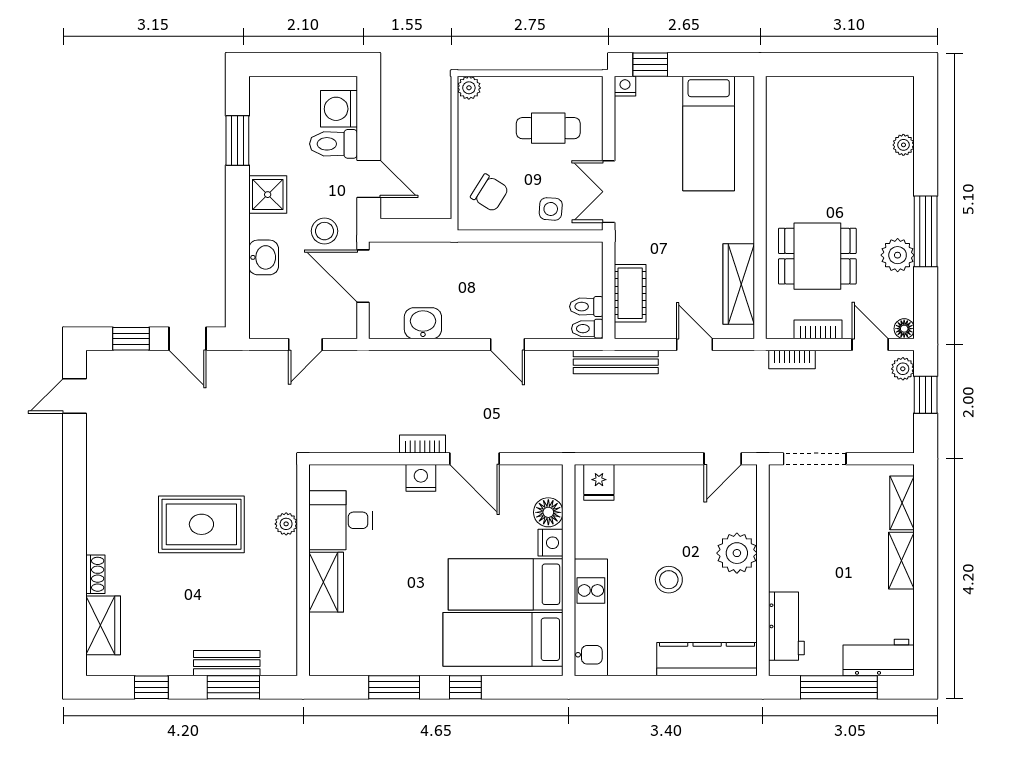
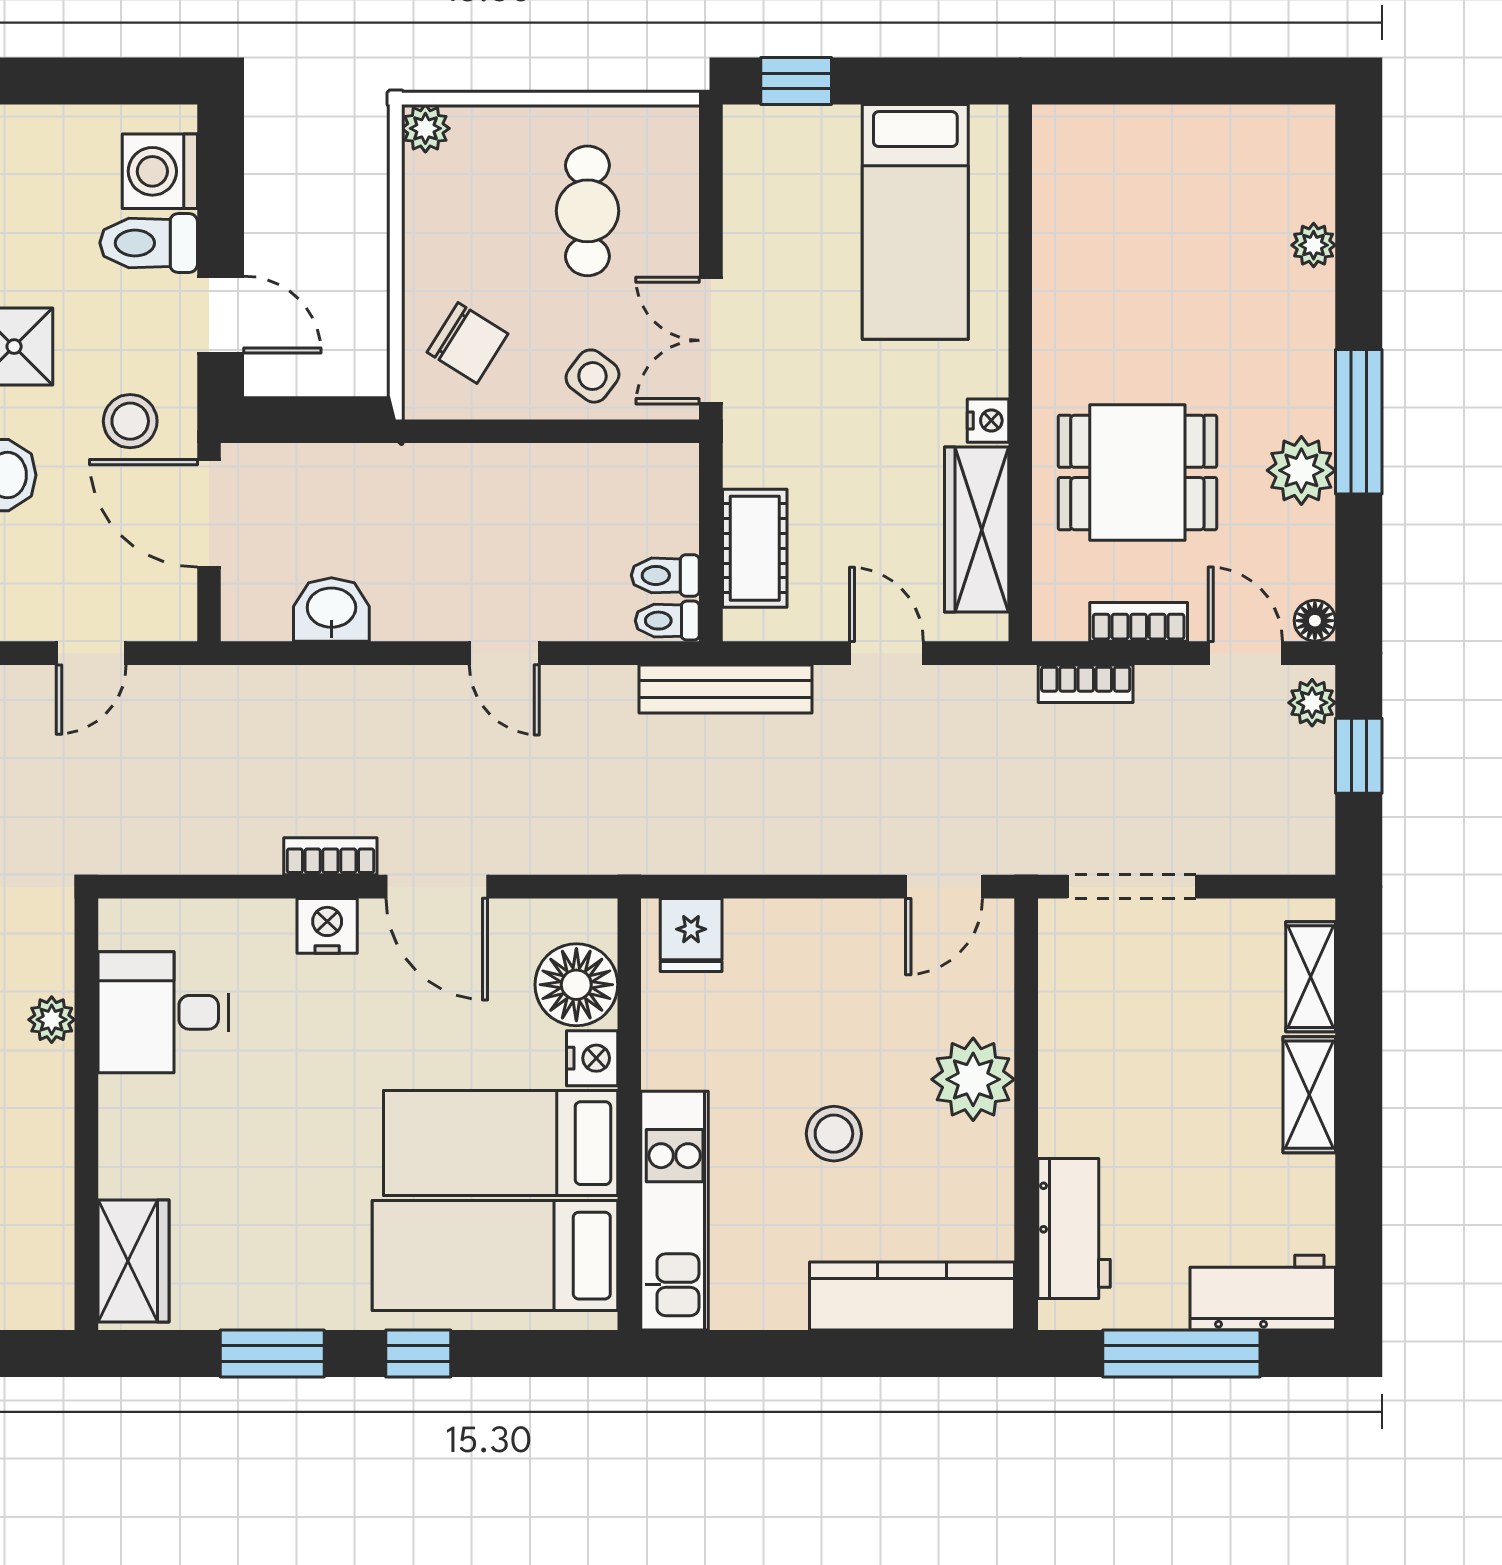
nightstand: (625, 86) -> (988, 421), moved, turned 90
cafe table: (548, 128) -> (587, 211), turned 90
side table: (551, 209) -> (592, 376), turned 33
floor lamp: (548, 512) -> (576, 985), width x1.38, depth x1.38
wardrobe: (326, 582) -> (133, 1261), moved

